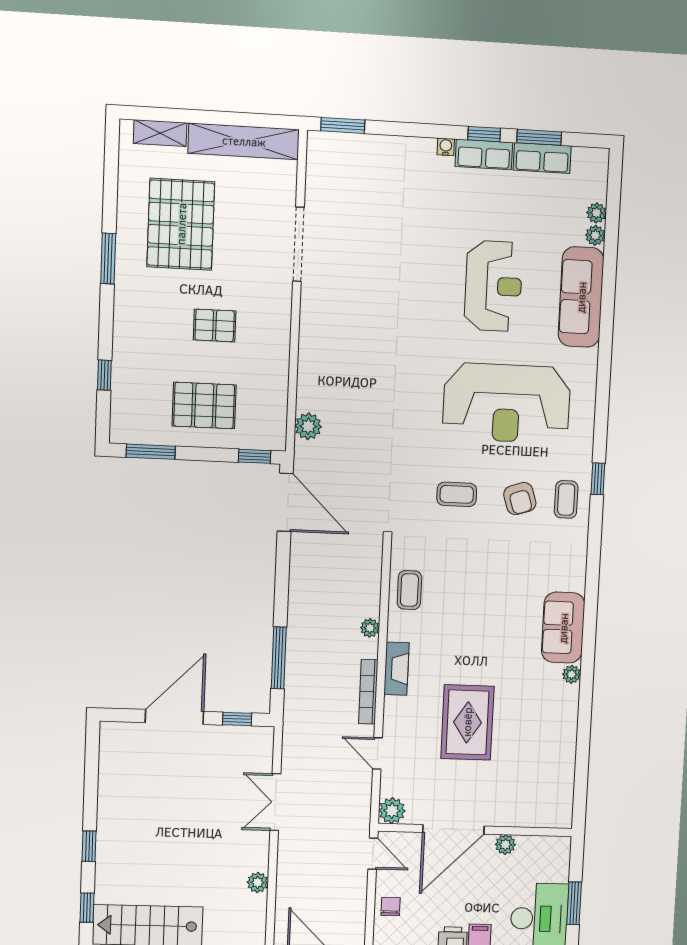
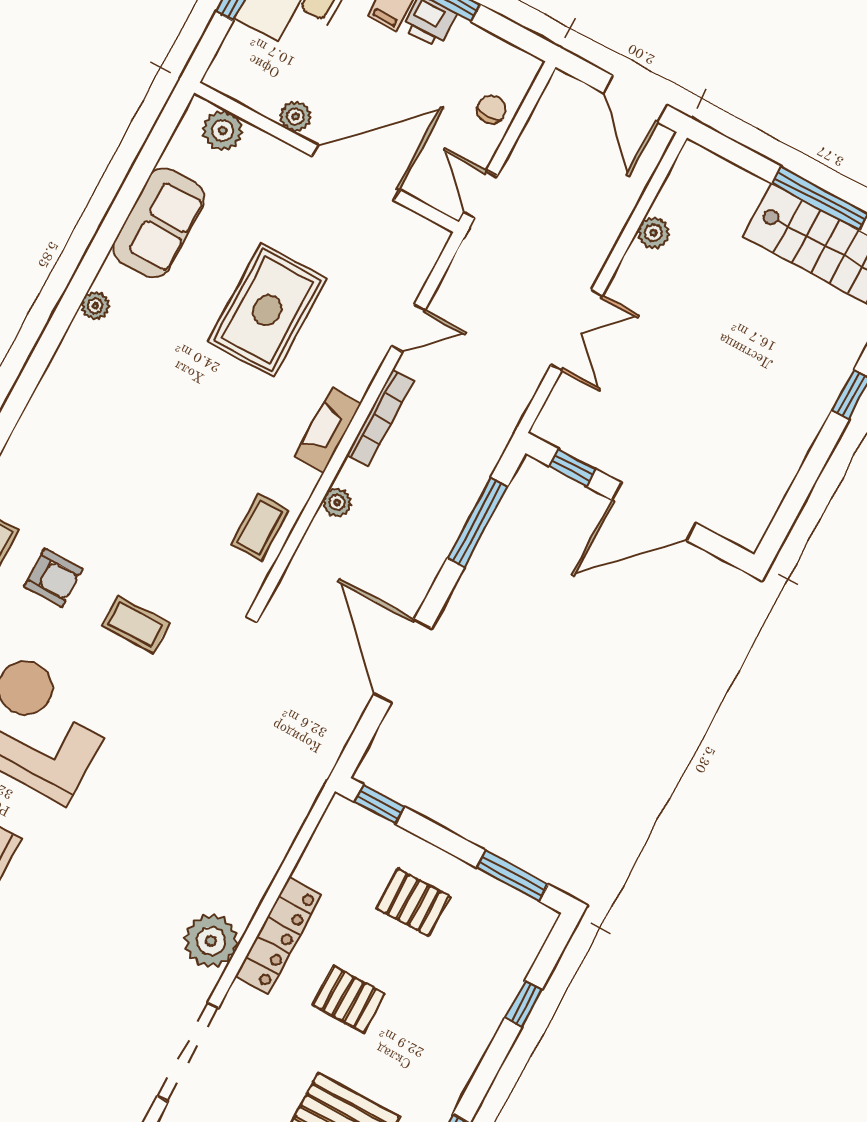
locker: (278, 345) -> (278, 935), added
pallet: (204, 405) -> (413, 902), width x0.67, depth x0.71
plant: (308, 426) -> (211, 941), moved, width x1.36, depth x1.36
armchair: (520, 499) -> (53, 578), turned 108
door: (285, 502) -> (403, 661), moved
sofa: (563, 628) -> (159, 223), moved
door: (377, 753) -> (408, 328), hinge flipped
plant: (392, 811) -> (223, 131), moved
chair: (391, 907) -> (492, 109), turned 180

